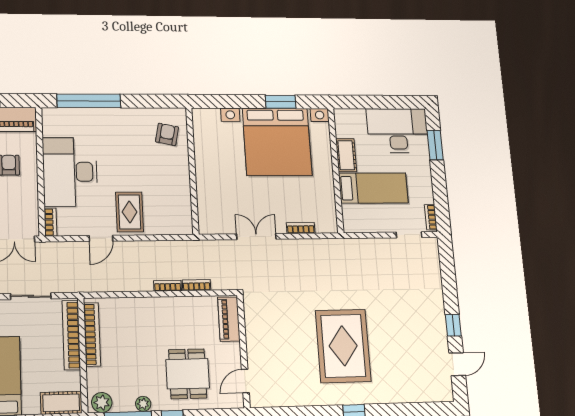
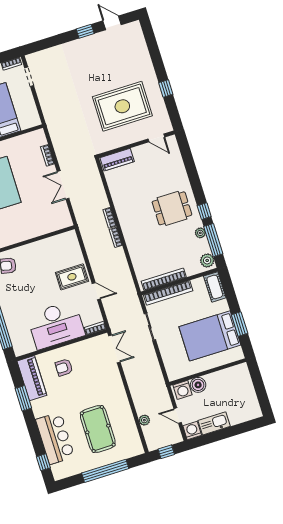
piano: (229, 319) -> (117, 160), moved
wall: (243, 351) -> (136, 144), moved
door: (245, 381) -> (156, 138), moved

